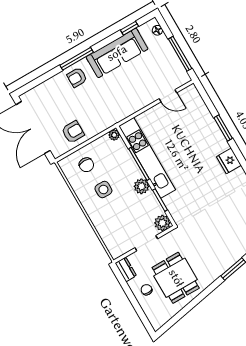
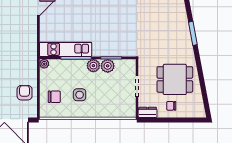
kitchen unit: (147, 158) -> (66, 49), width x0.73
plant: (162, 223) -> (108, 66), moved

